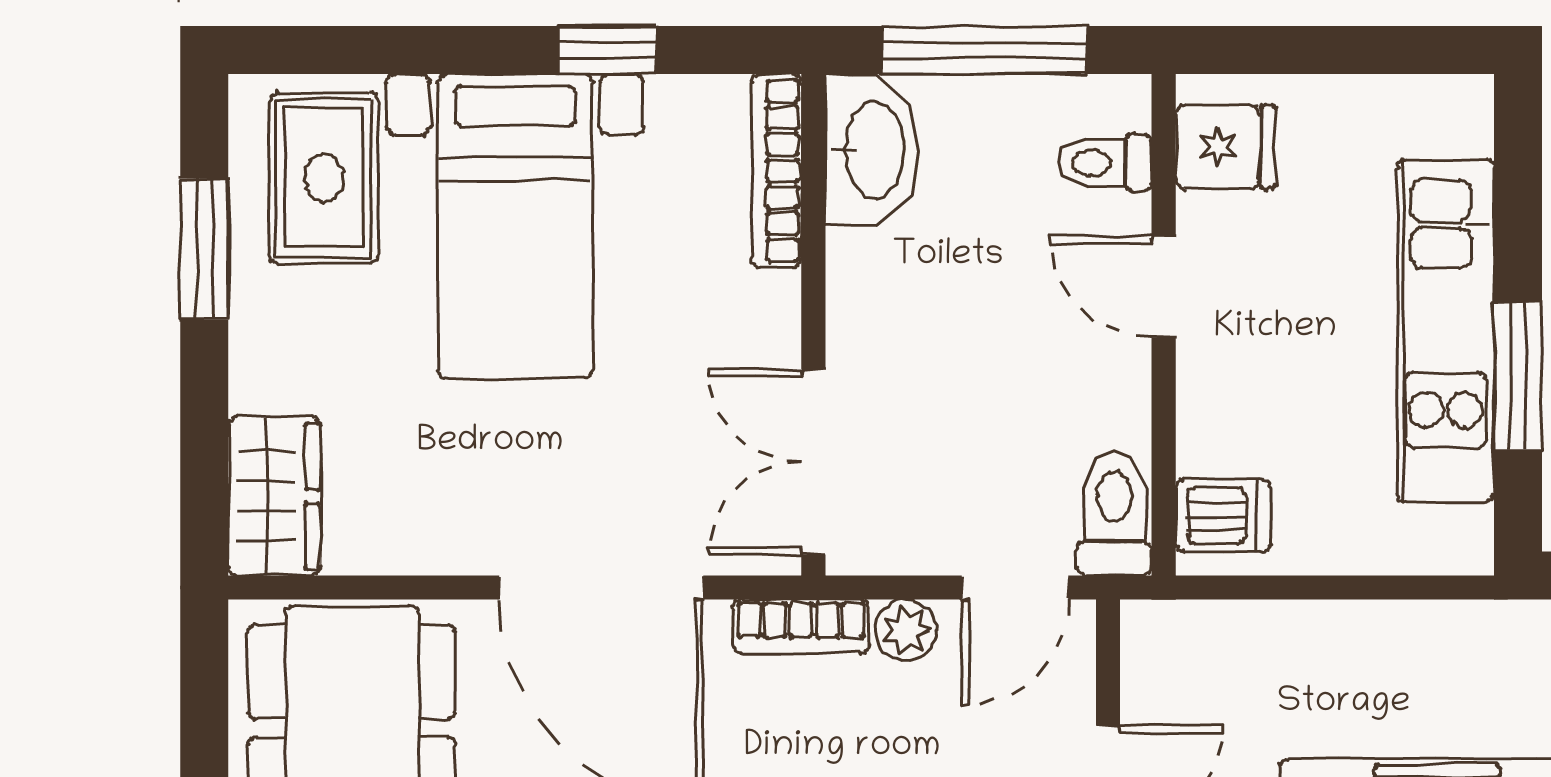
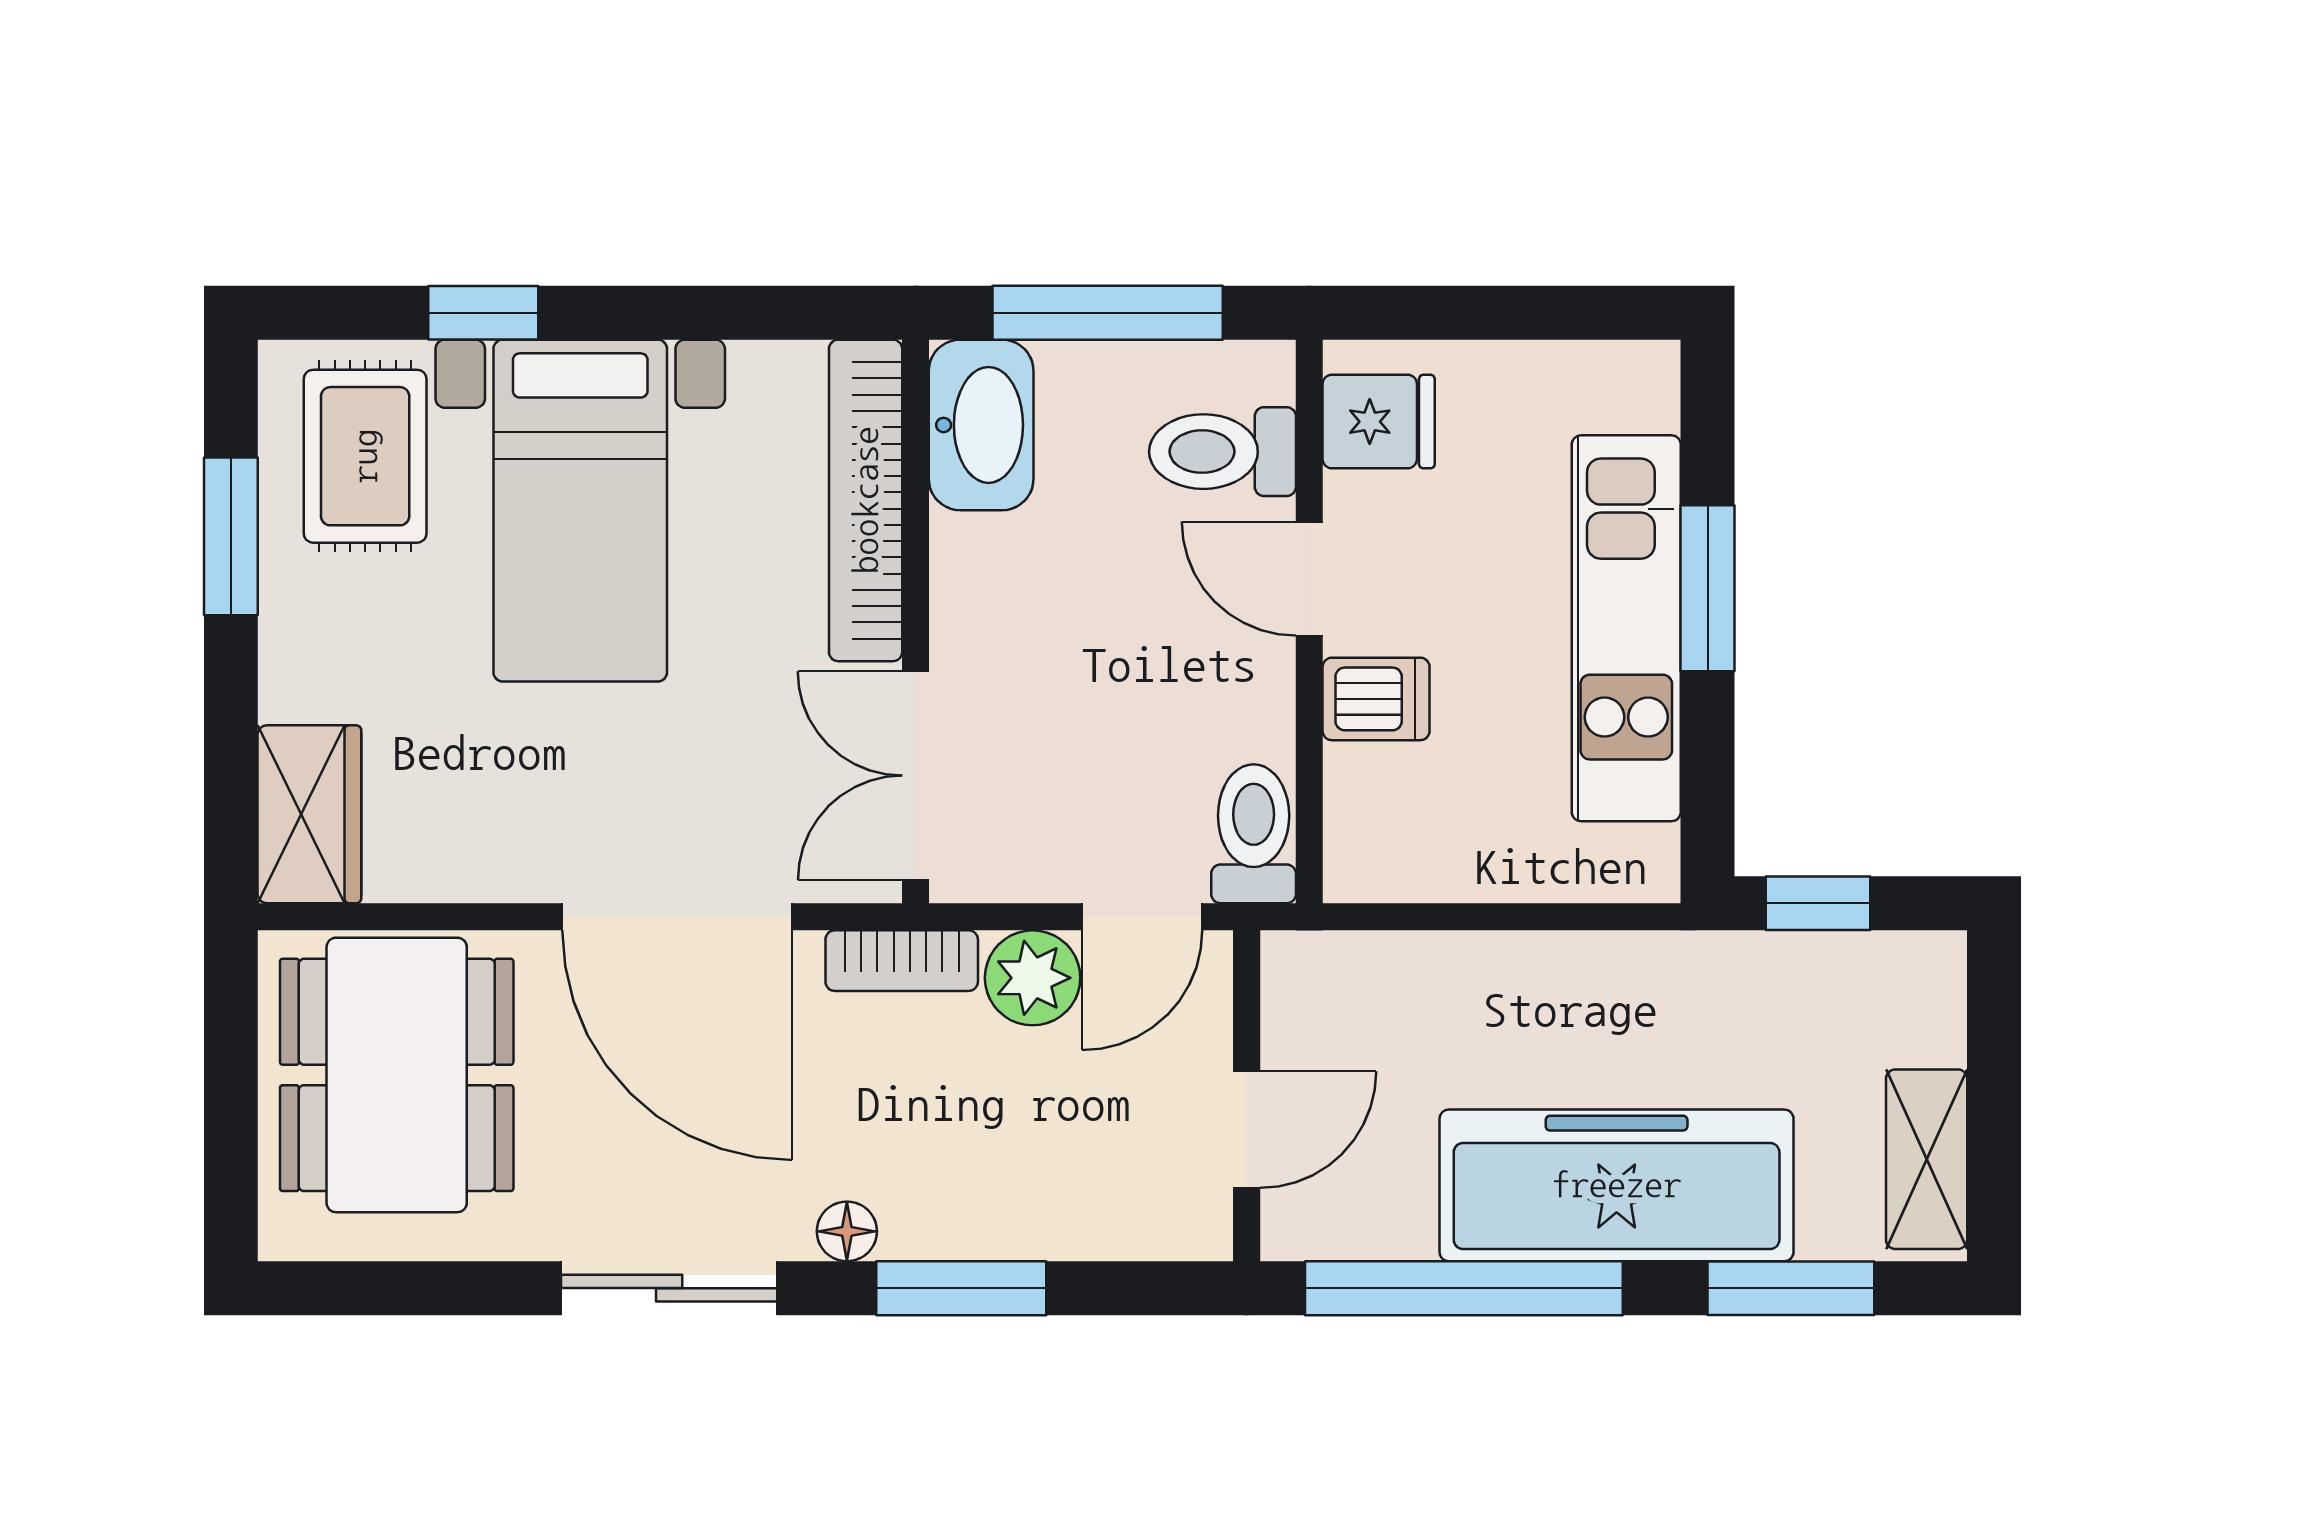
window: (607, 50) -> (483, 313), moved
toilet: (1105, 163) -> (1223, 452), width x1.37, depth x1.39
bookcase: (777, 171) -> (866, 500), width x1.48, depth x1.31
window: (1518, 376) -> (1708, 588), moved
dishwasher: (1223, 516) -> (1376, 699), moved
plant: (906, 630) -> (1033, 978), width x1.38, depth x1.38

